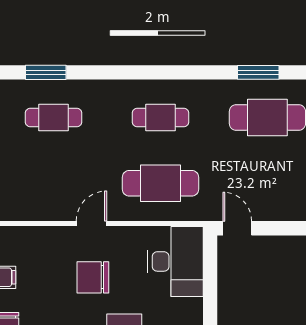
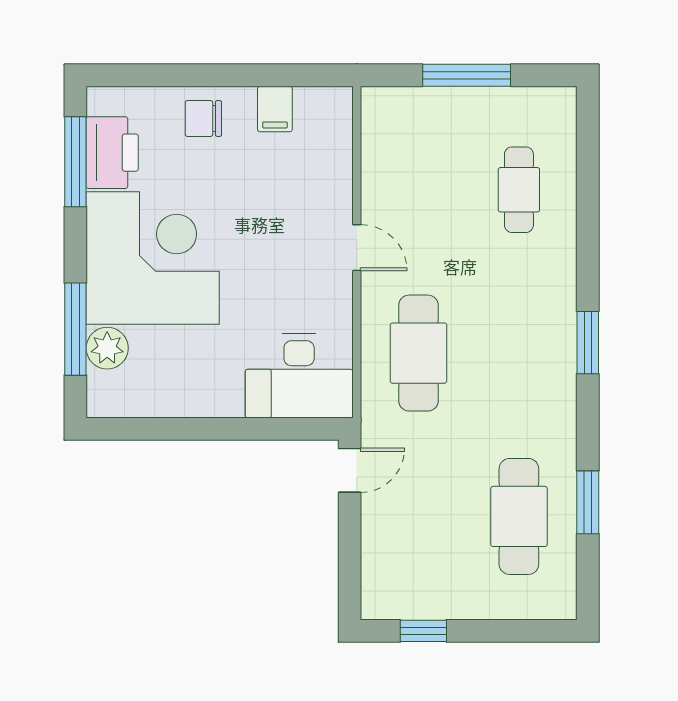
window: (46, 72) -> (588, 343), moved
cafe table: (160, 117) -> (519, 353), removed
chair: (93, 277) -> (275, 250), removed

